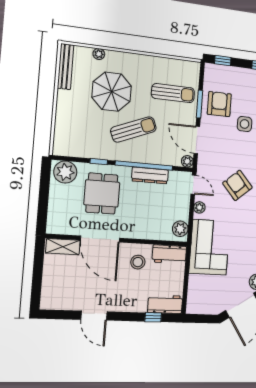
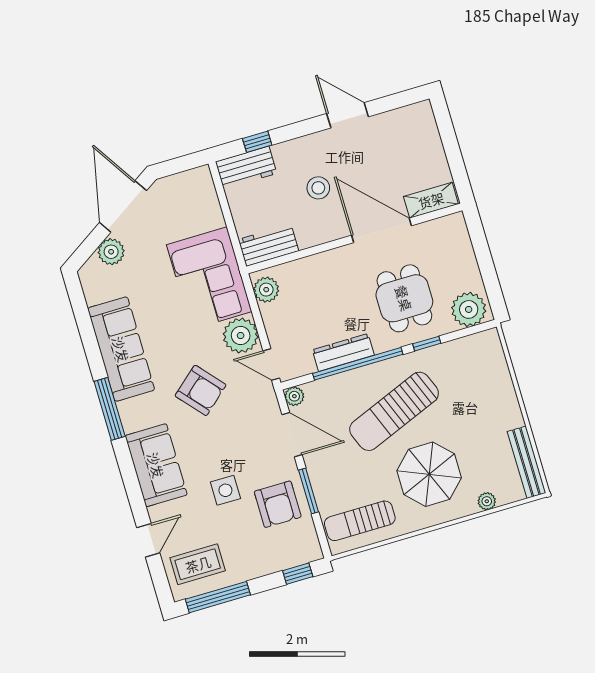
parasol: (112, 92) -> (429, 474), moved
sun lounger: (173, 93) -> (360, 521), moved
sun lounger: (133, 129) -> (394, 411), width x1.36, depth x1.34
plant: (199, 207) -> (241, 336), width x1.88, depth x1.88
stool: (138, 262) -> (318, 188), moved

